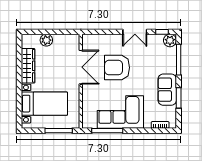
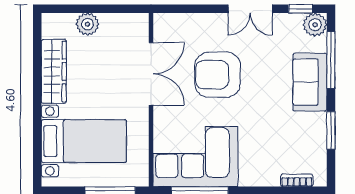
sofa: (167, 90) -> (310, 82), moved
corner sofa: (120, 112) -> (195, 157), moved

